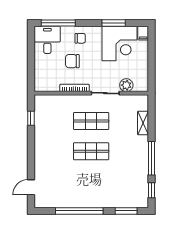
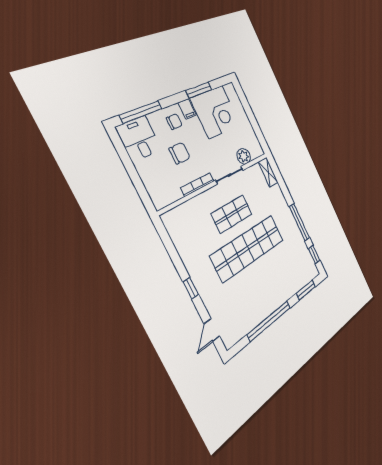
filing cabinet: (143, 33) -> (187, 109), moved
chair: (72, 61) -> (180, 153), turned 180
window: (31, 118) -> (191, 288), moved
shelving: (143, 123) -> (268, 172), moved
shop shelf: (91, 151) -> (248, 248), width x2.00, depth x1.36

